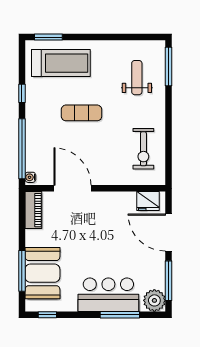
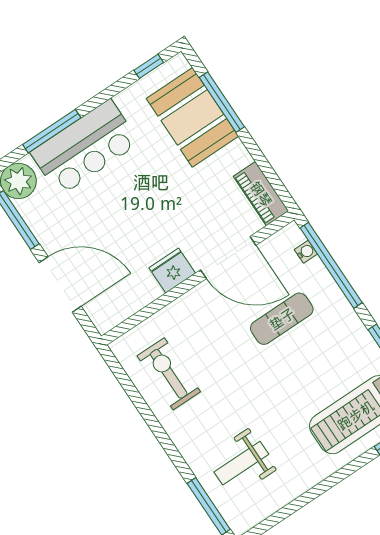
weight bench: (137, 78) -> (241, 463), turned 90
exercise mat: (82, 113) -> (282, 319), moved
water cooler: (30, 177) -> (306, 252), moved
fridge: (148, 201) -> (172, 271), moved

